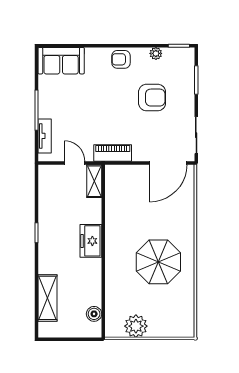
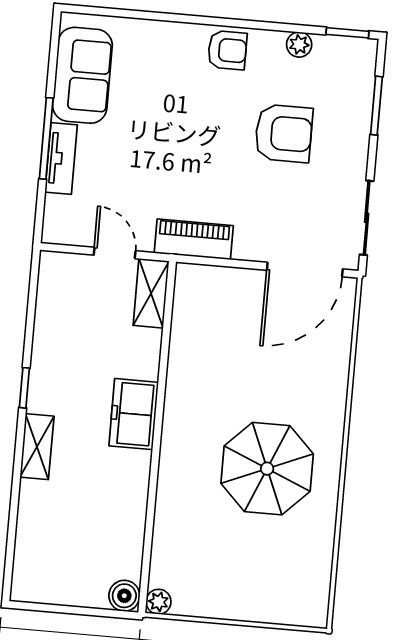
armchair: (121, 59) -> (227, 50), turned 180
sofa: (61, 61) -> (82, 75), moved, turned -90
tv unit: (45, 136) -> (61, 158), moved
shelving: (47, 298) -> (37, 447), moved, width x0.67, depth x0.75
boiler: (94, 314) -> (124, 596), moved
plant: (136, 326) -> (159, 602), moved, width x0.53, depth x0.53

